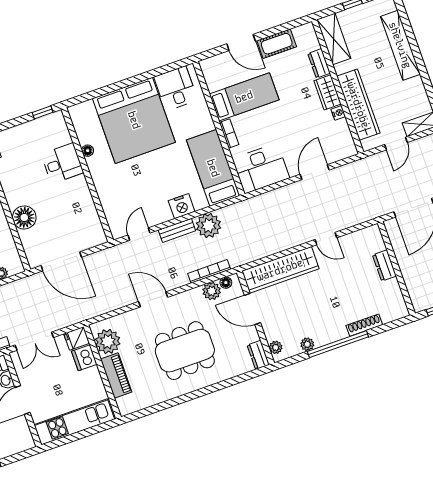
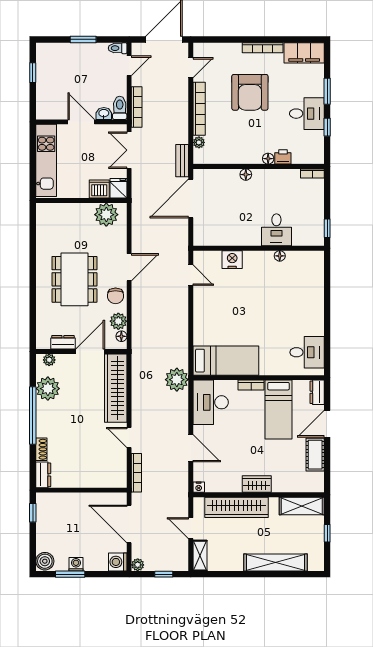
dresser: (319, 63) -> (317, 392), moved, turned -90
nightstand: (338, 113) -> (199, 487), moved
bed: (134, 120) -> (292, 306), removed
nightstand: (182, 206) -> (232, 260), moved, turned 90
floor lamp: (24, 217) -> (246, 175), width x0.53, depth x0.53
plant: (209, 226) -> (177, 380), moved
bench: (177, 230) -> (182, 161), moved
door: (326, 239) -> (129, 437), hinge flipped
dresser: (384, 265) -> (43, 475), moved, turned 90
bookcase: (209, 271) -> (136, 473), moved
chair: (187, 303) -> (116, 296), added
shoe rack: (364, 325) -> (41, 449), width x0.70
plant: (307, 344) -> (48, 389), width x1.87, depth x1.87
dresser: (258, 355) -> (63, 342), moved
piano: (116, 376) -> (74, 211), removed

